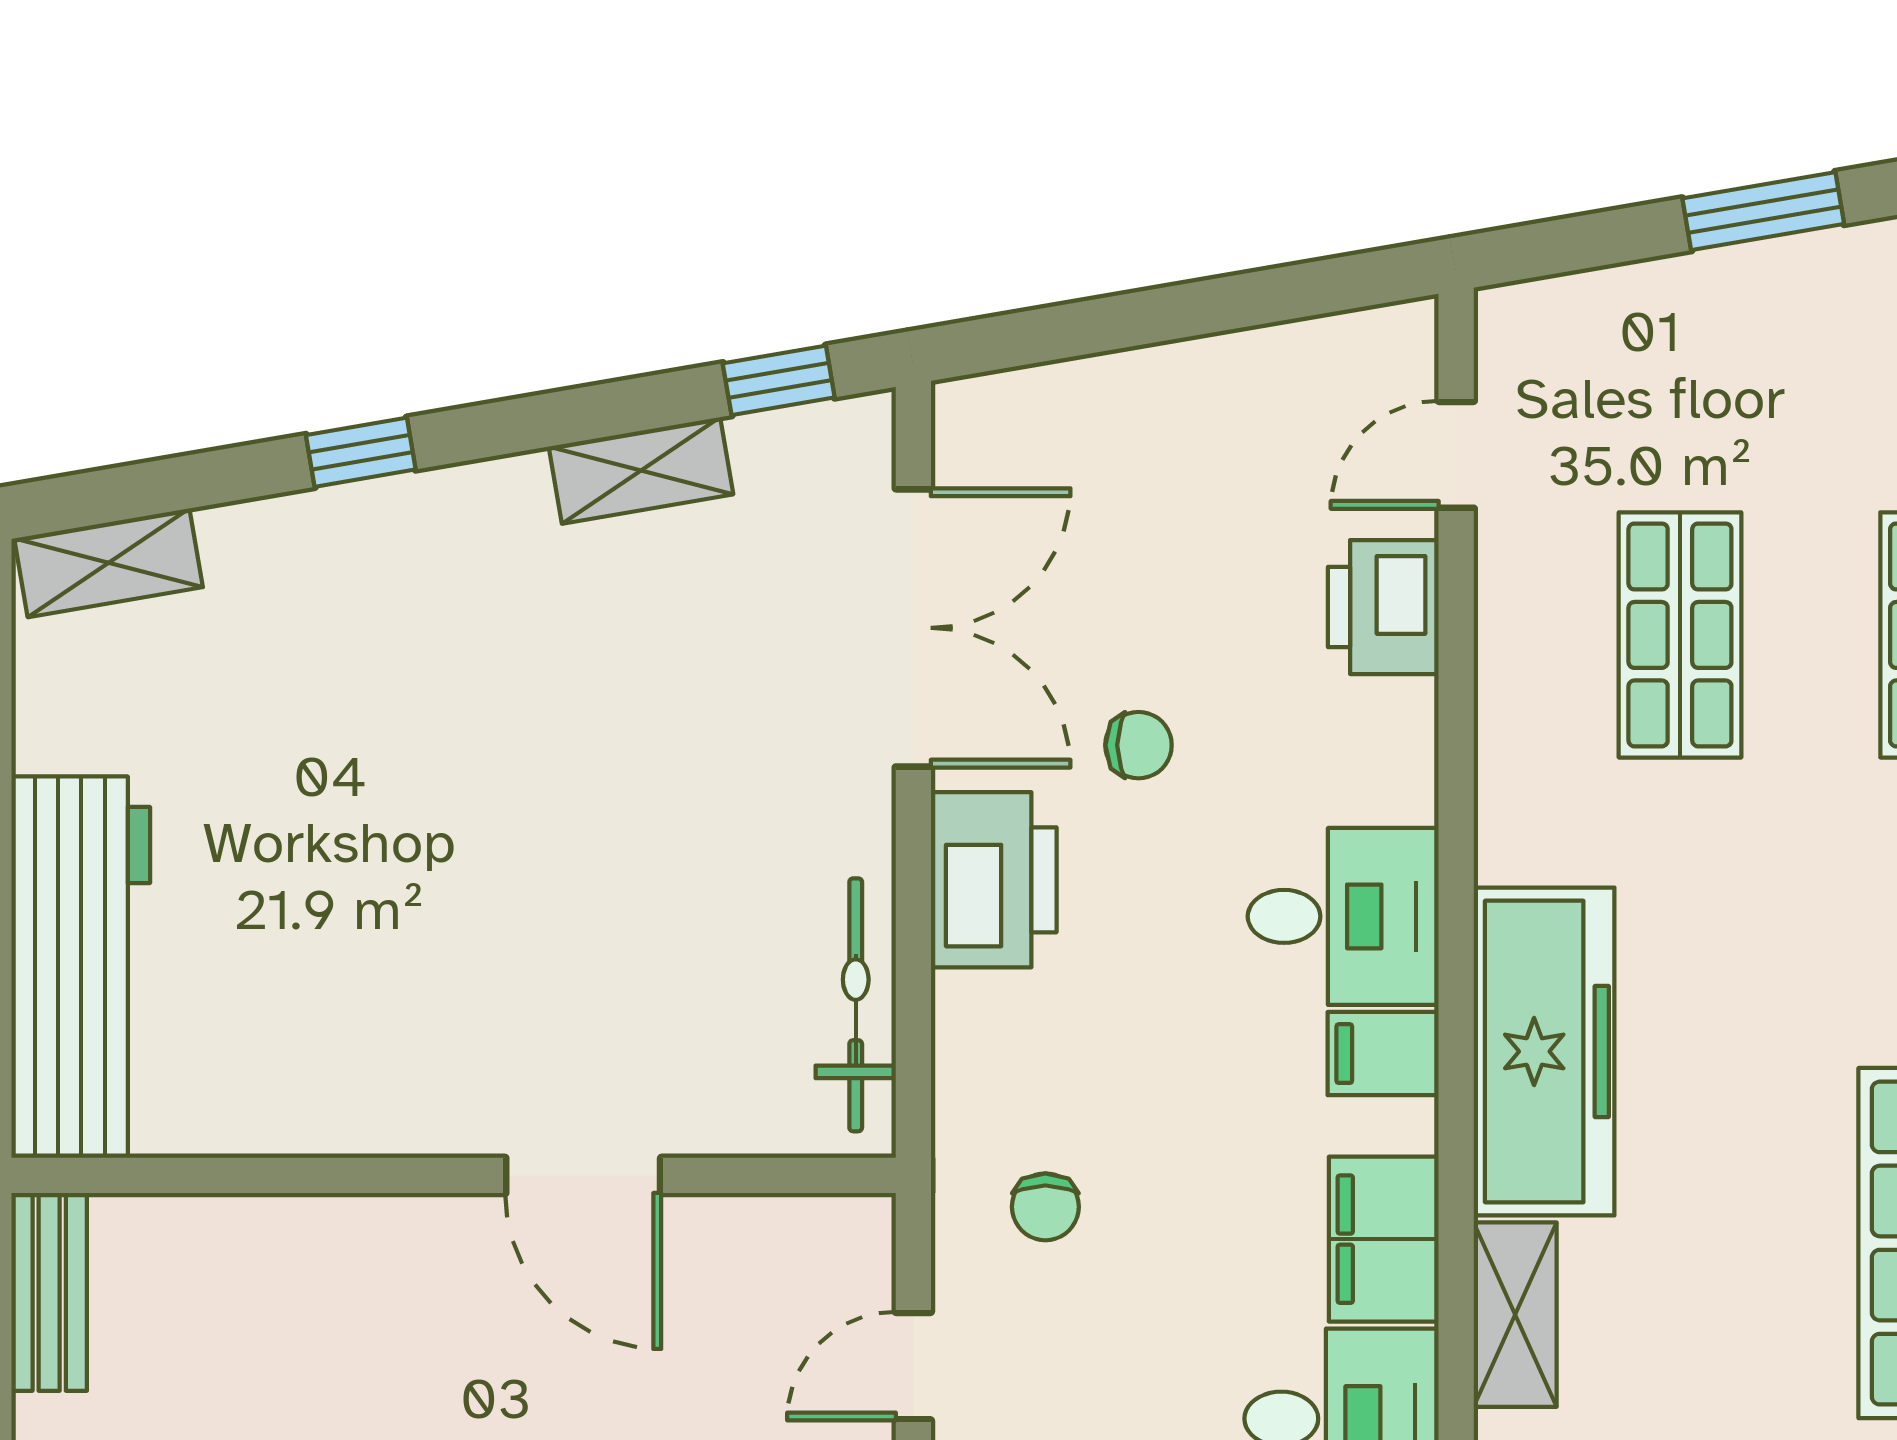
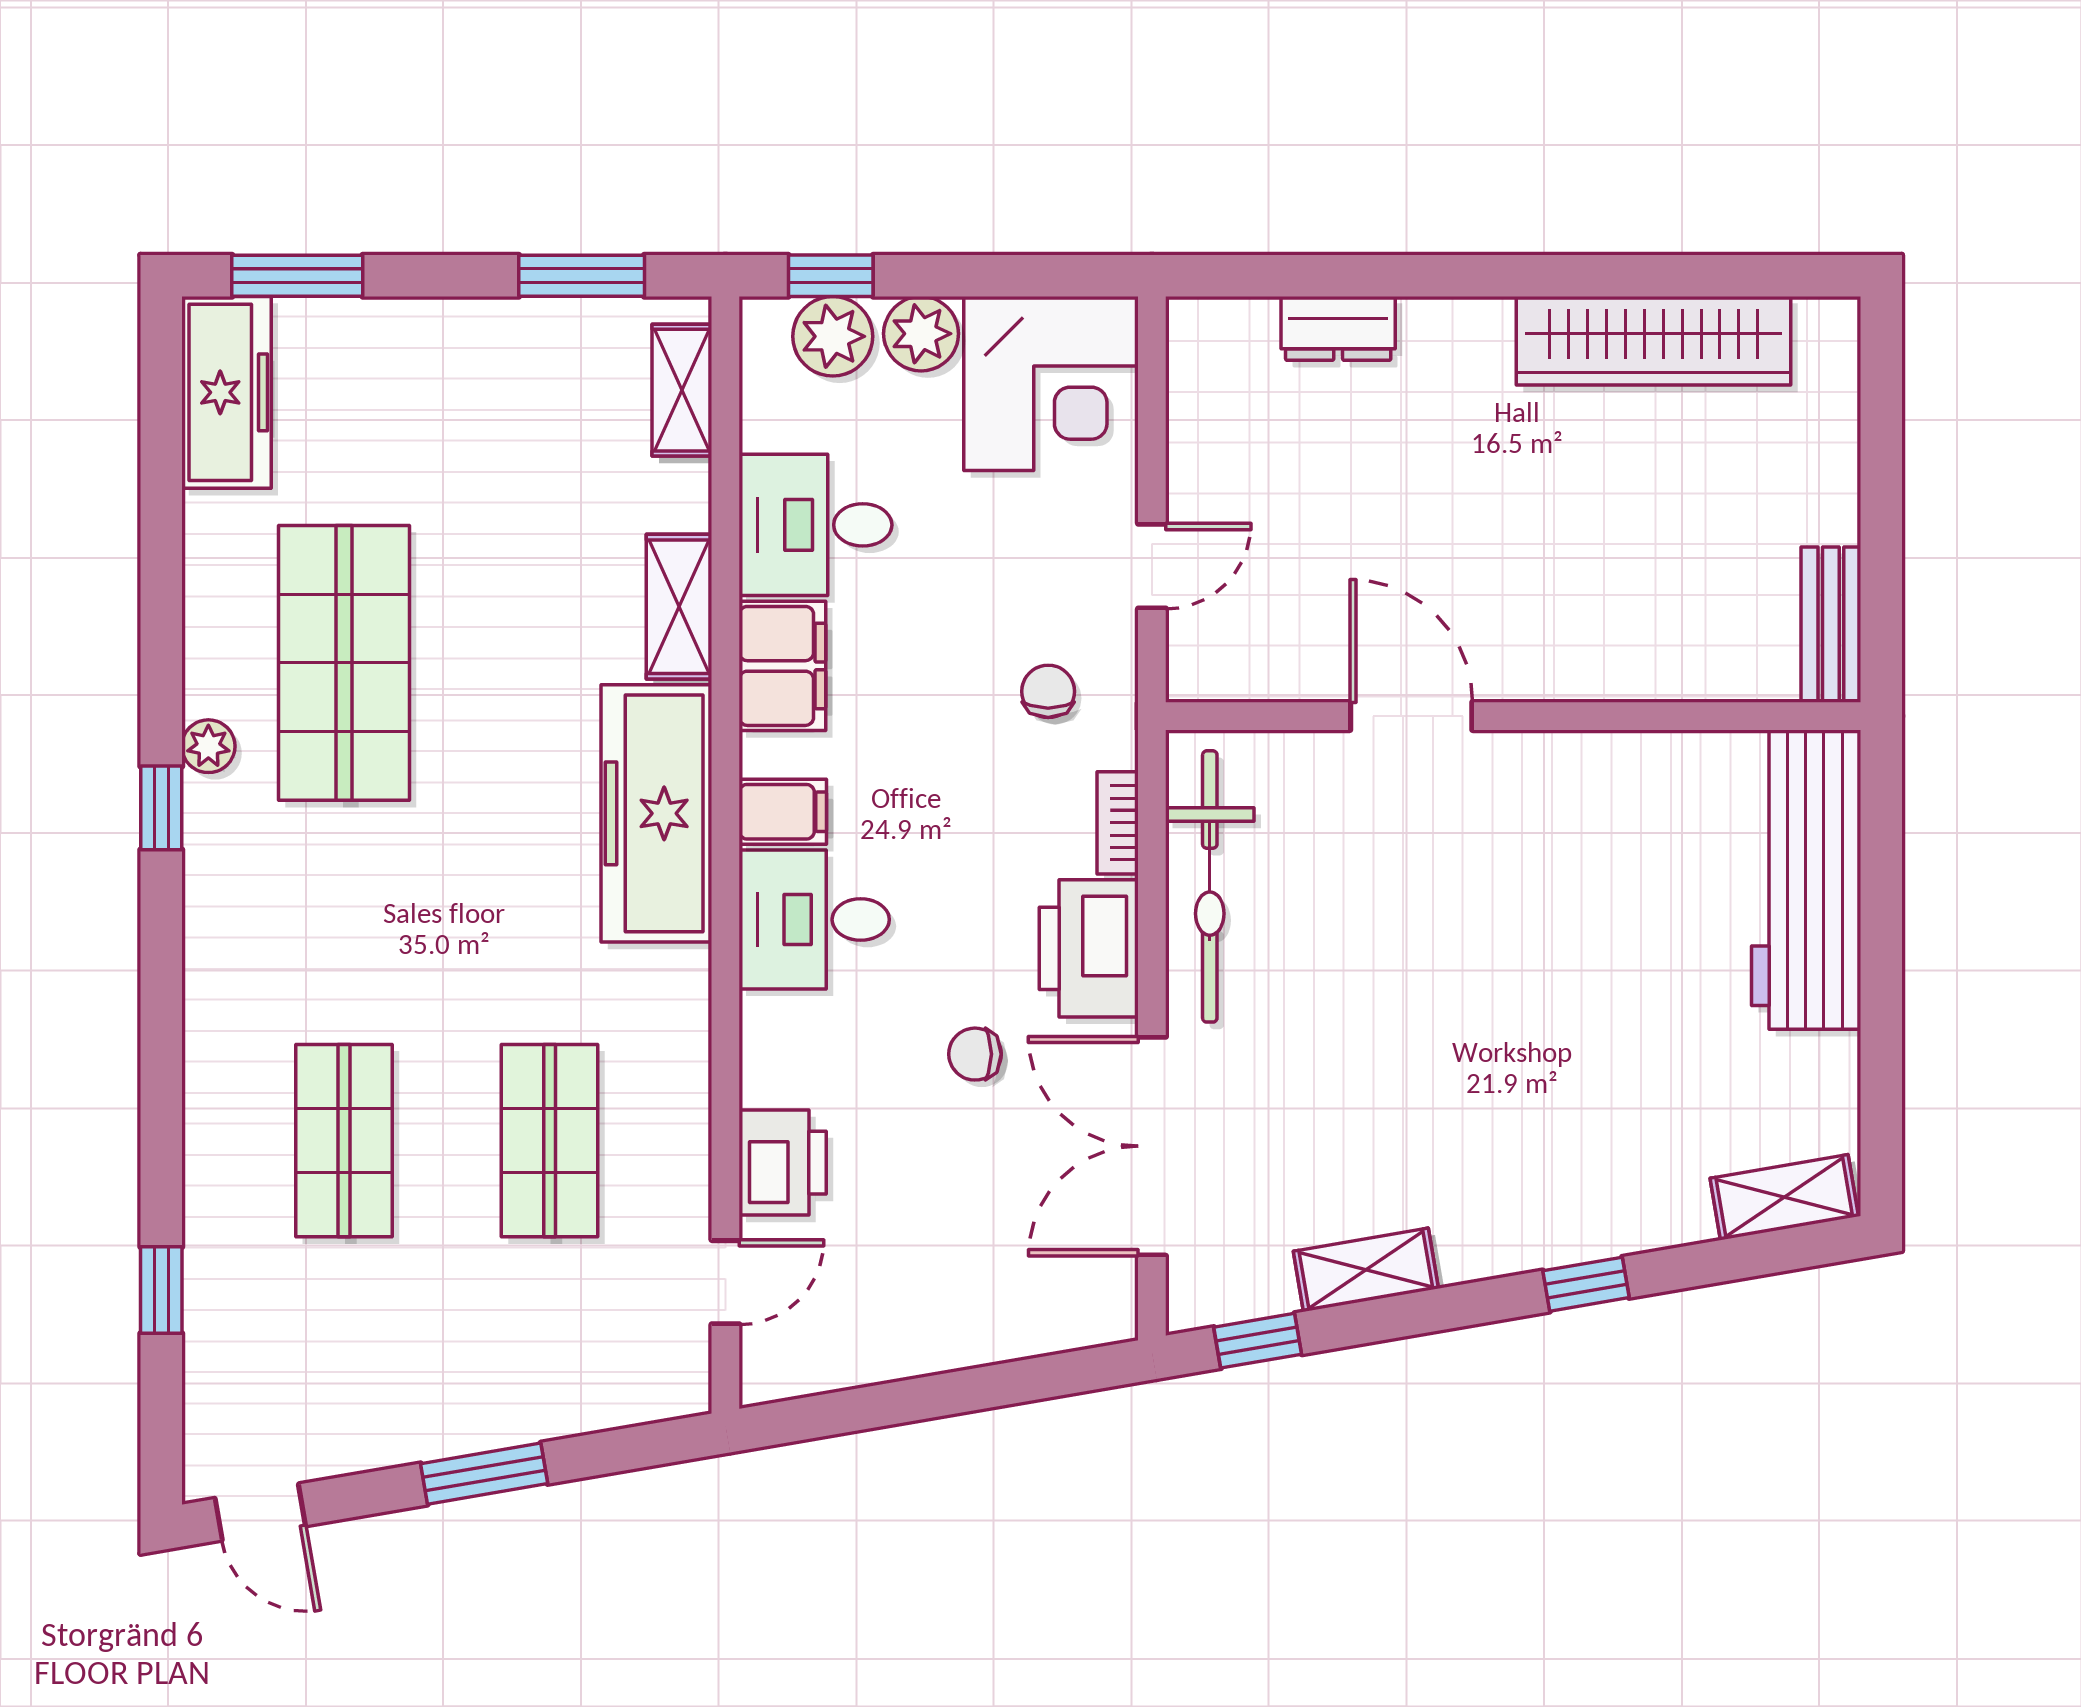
bicycle: (856, 1005) -> (1210, 886), width x1.37, depth x1.40
bookcase: (957, 1040) -> (1118, 823), added

